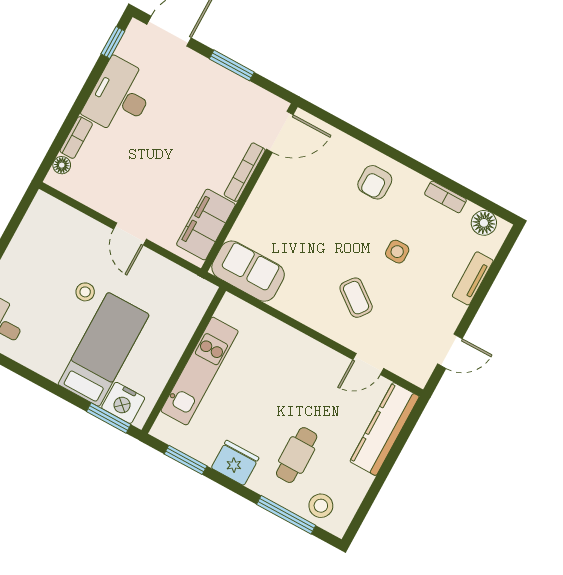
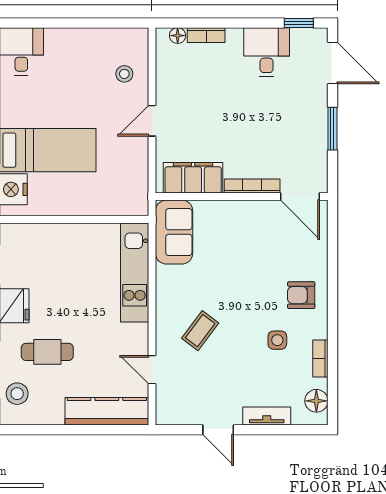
desk: (120, 97) -> (267, 52), width x0.73
side table: (397, 252) -> (277, 340), moved
stool: (85, 292) -> (124, 74), moved
door: (450, 351) -> (218, 430), moved
kitchen unit: (200, 371) -> (135, 272), moved, turned 90

